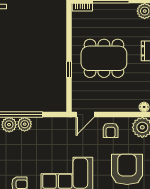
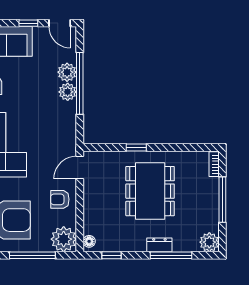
door: (85, 114) -> (80, 168), hinge flipped

